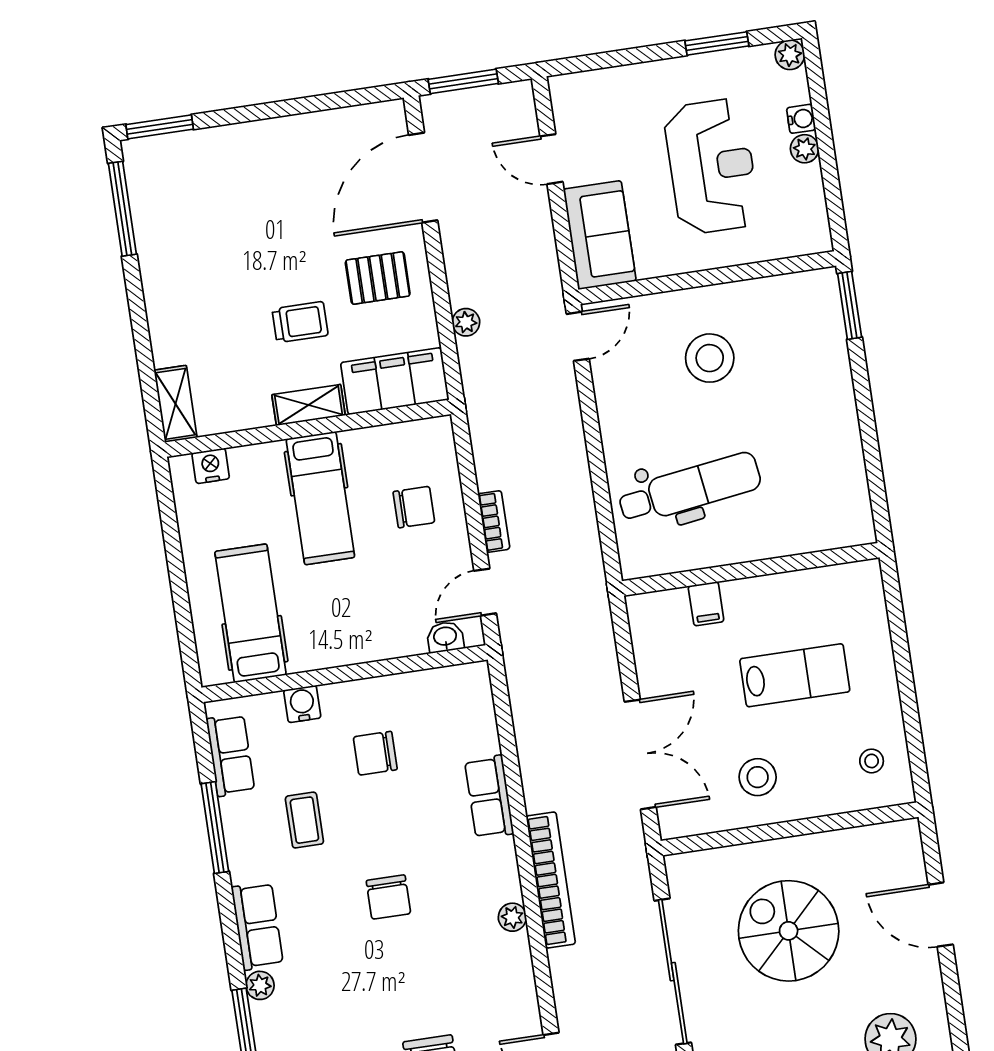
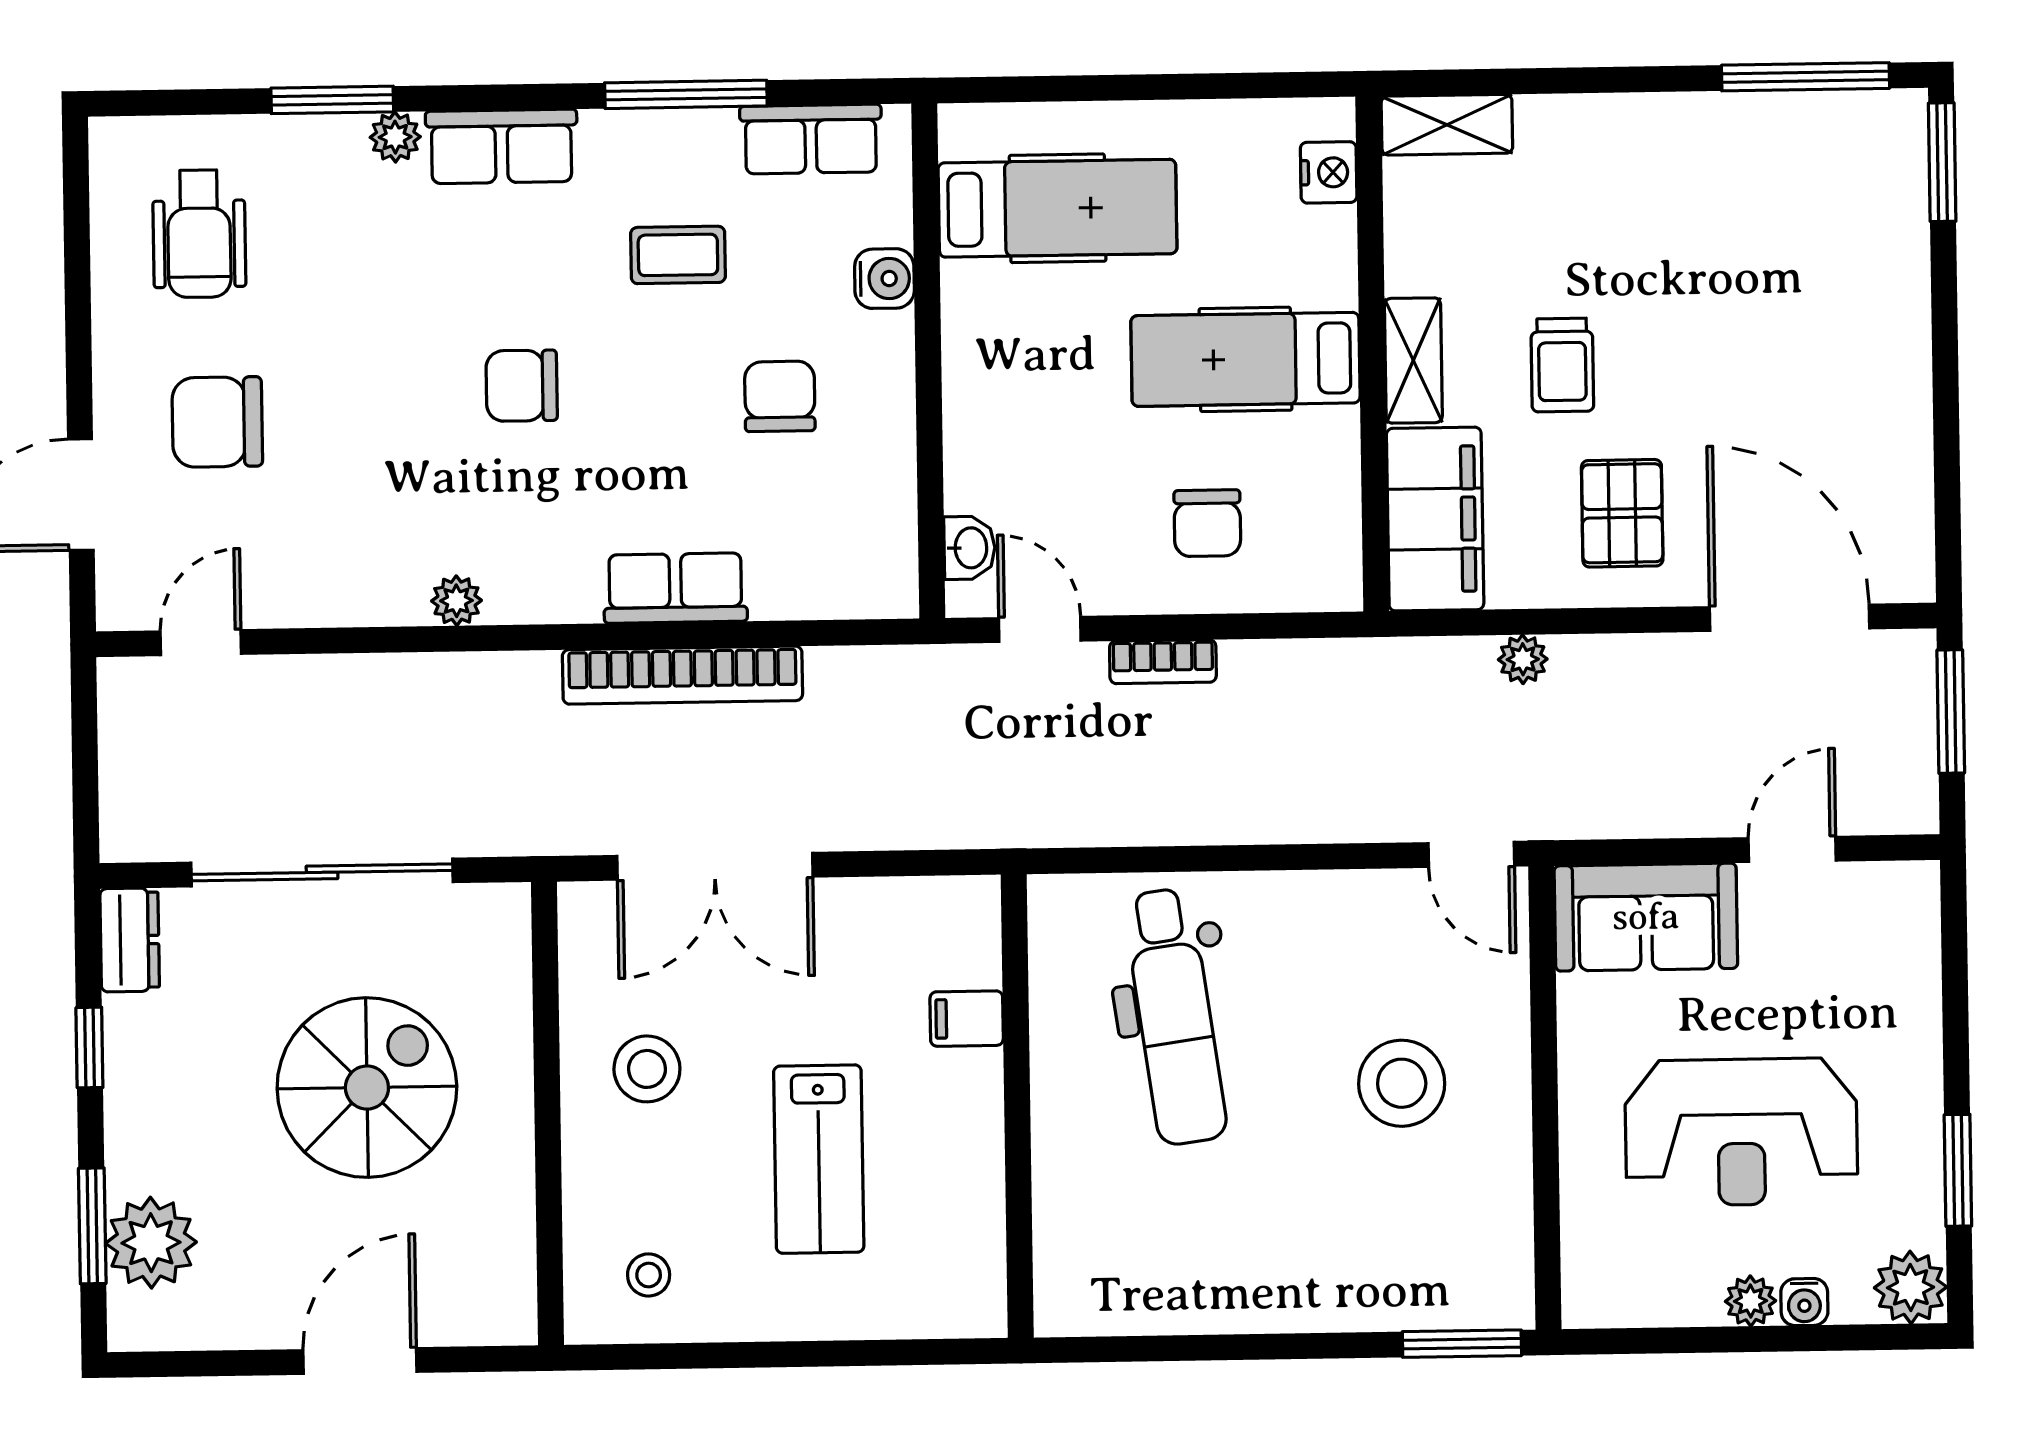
plant: (790, 55) -> (1911, 1287), width x1.38, depth x1.38
bookcase: (551, 880) -> (682, 675), moved

